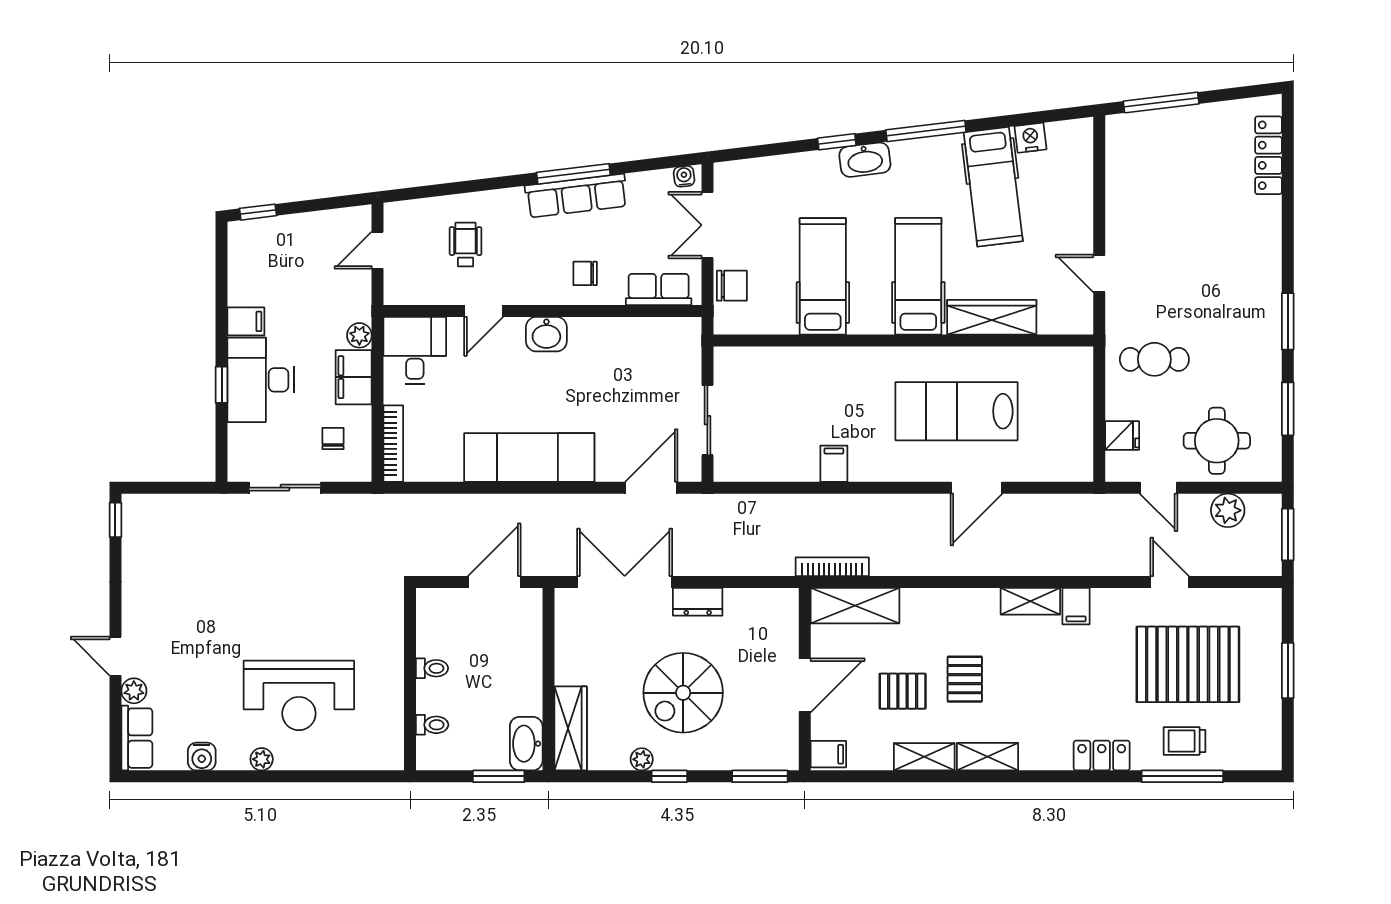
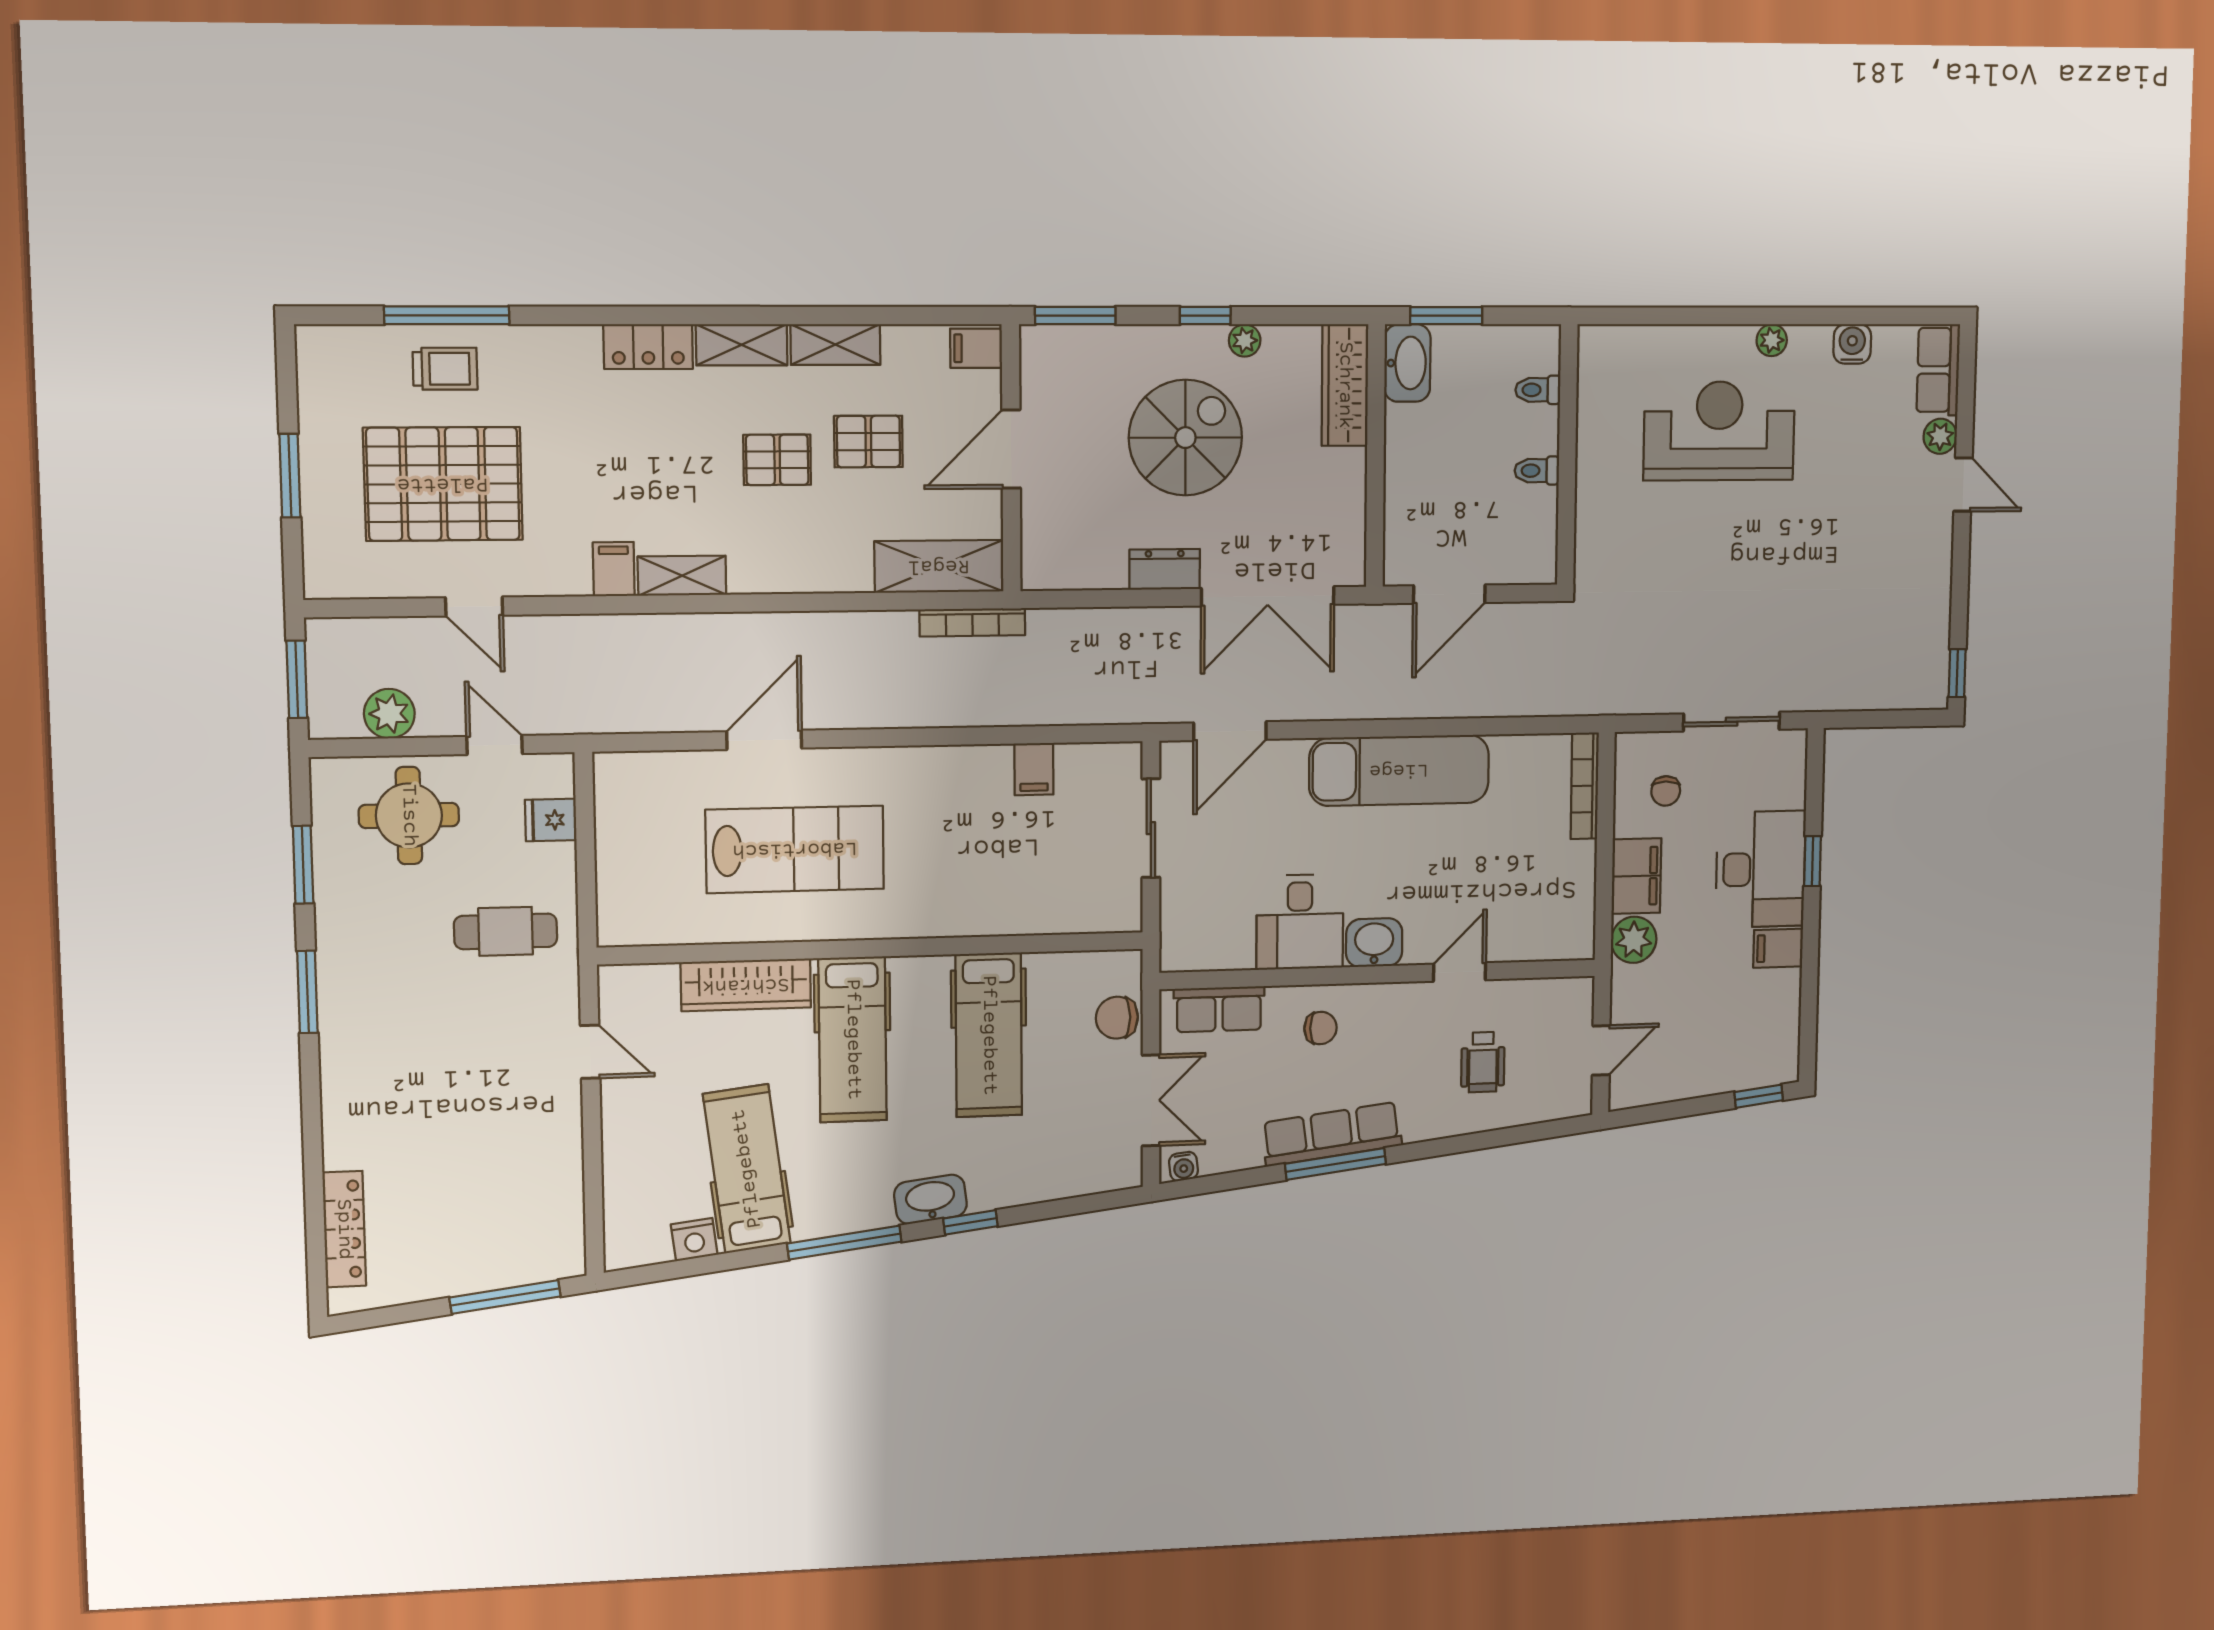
plant: (359, 335) -> (1634, 940), width x1.38, depth x1.38
desk: (415, 351) -> (1300, 922), moved
filing cabinet: (834, 464) -> (1034, 769), moved
pallet: (965, 679) -> (777, 460), turned 90
locker: (1102, 755) -> (648, 347), moved

